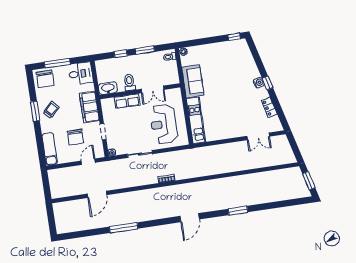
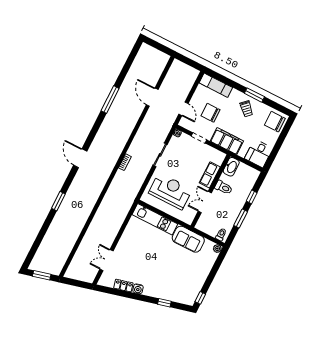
window: (57, 63) -> (280, 140), removed
water cooler: (259, 83) -> (138, 289), moved
window: (268, 83) -> (164, 303), moved

